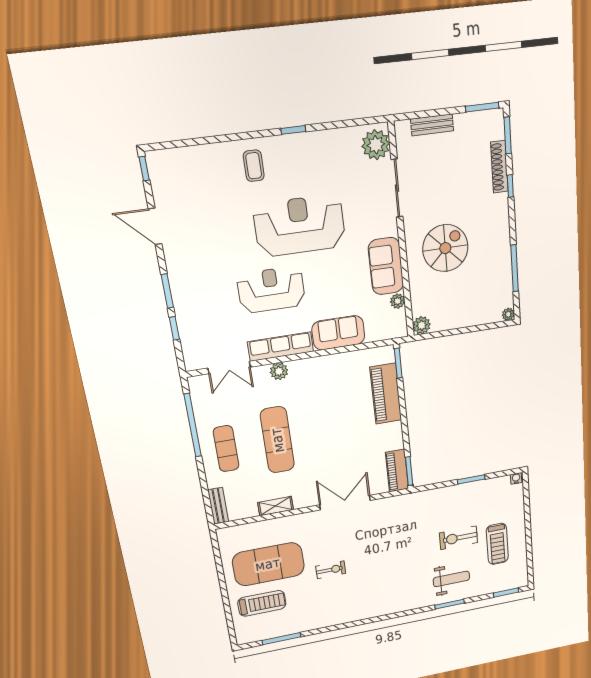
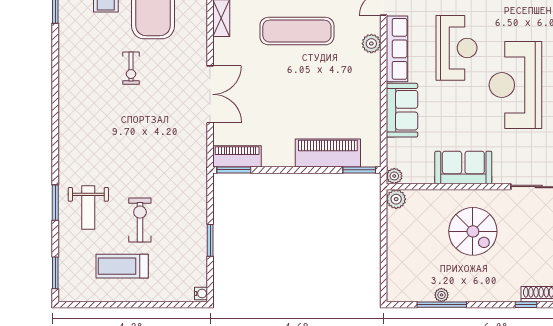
reception desk: (300, 226) -> (515, 85), turned 180
plant: (398, 301) -> (394, 176), moved
plant: (508, 314) -> (441, 295), moved

